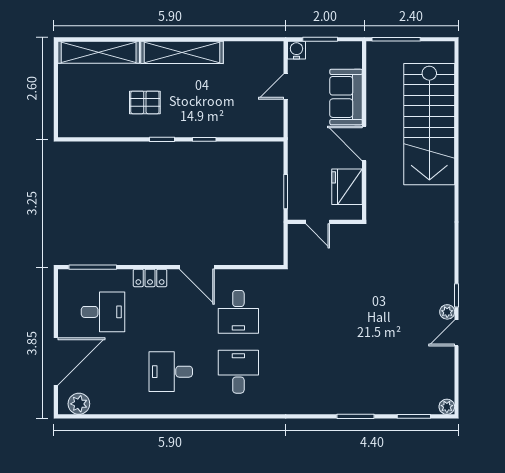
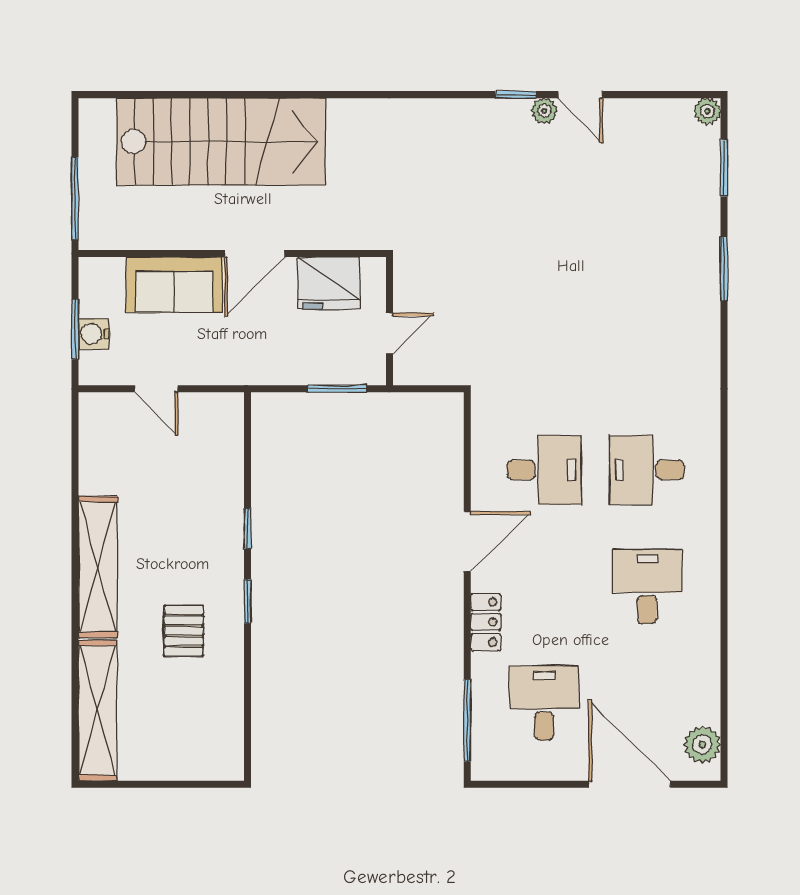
water cooler: (296, 50) -> (94, 334), moved
desk: (171, 372) -> (647, 586), turned 180

